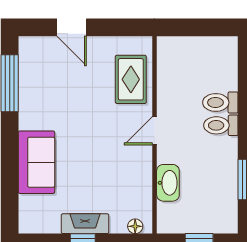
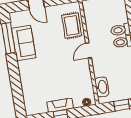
sofa: (36, 162) -> (24, 43), moved
washbasin: (168, 183) -> (102, 87), moved

